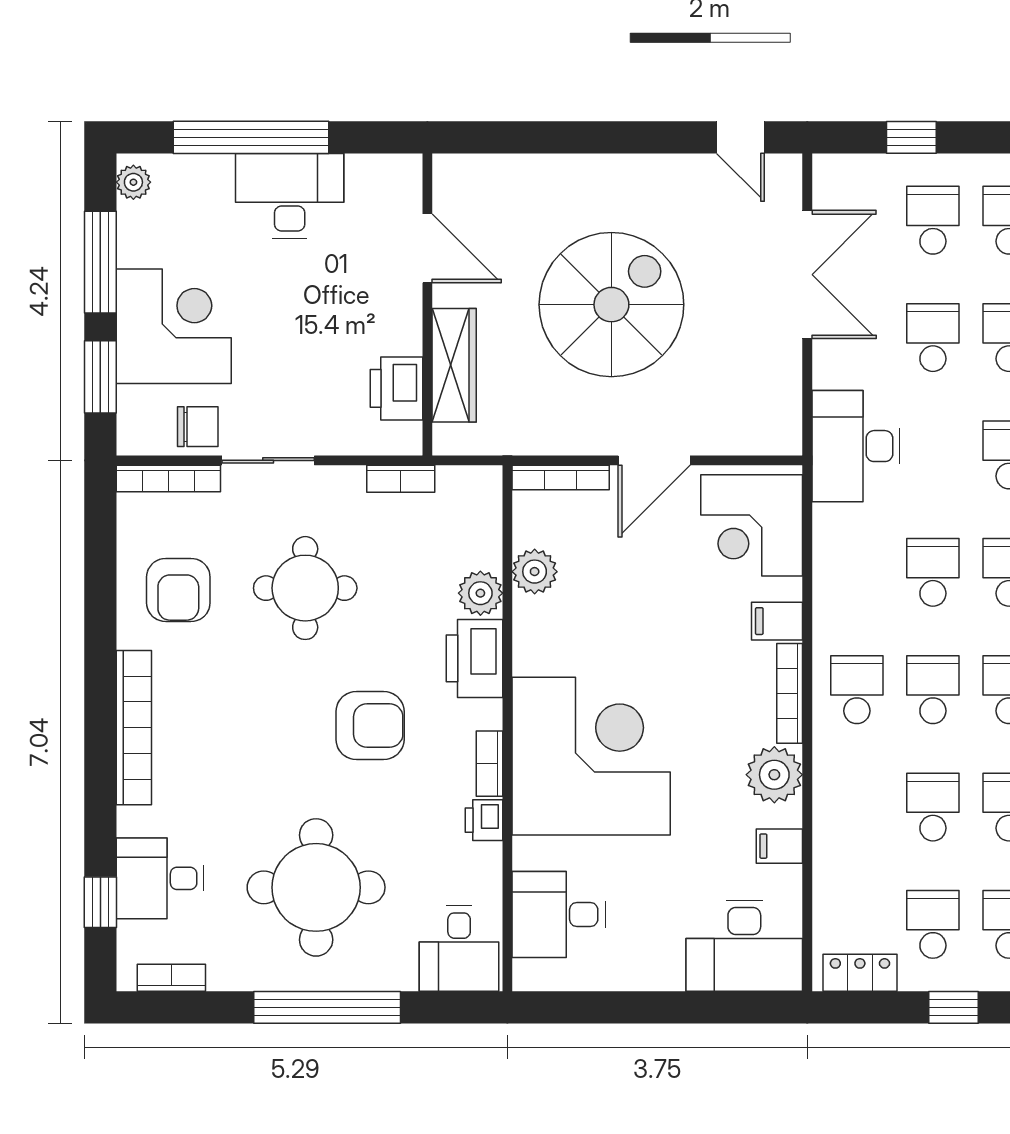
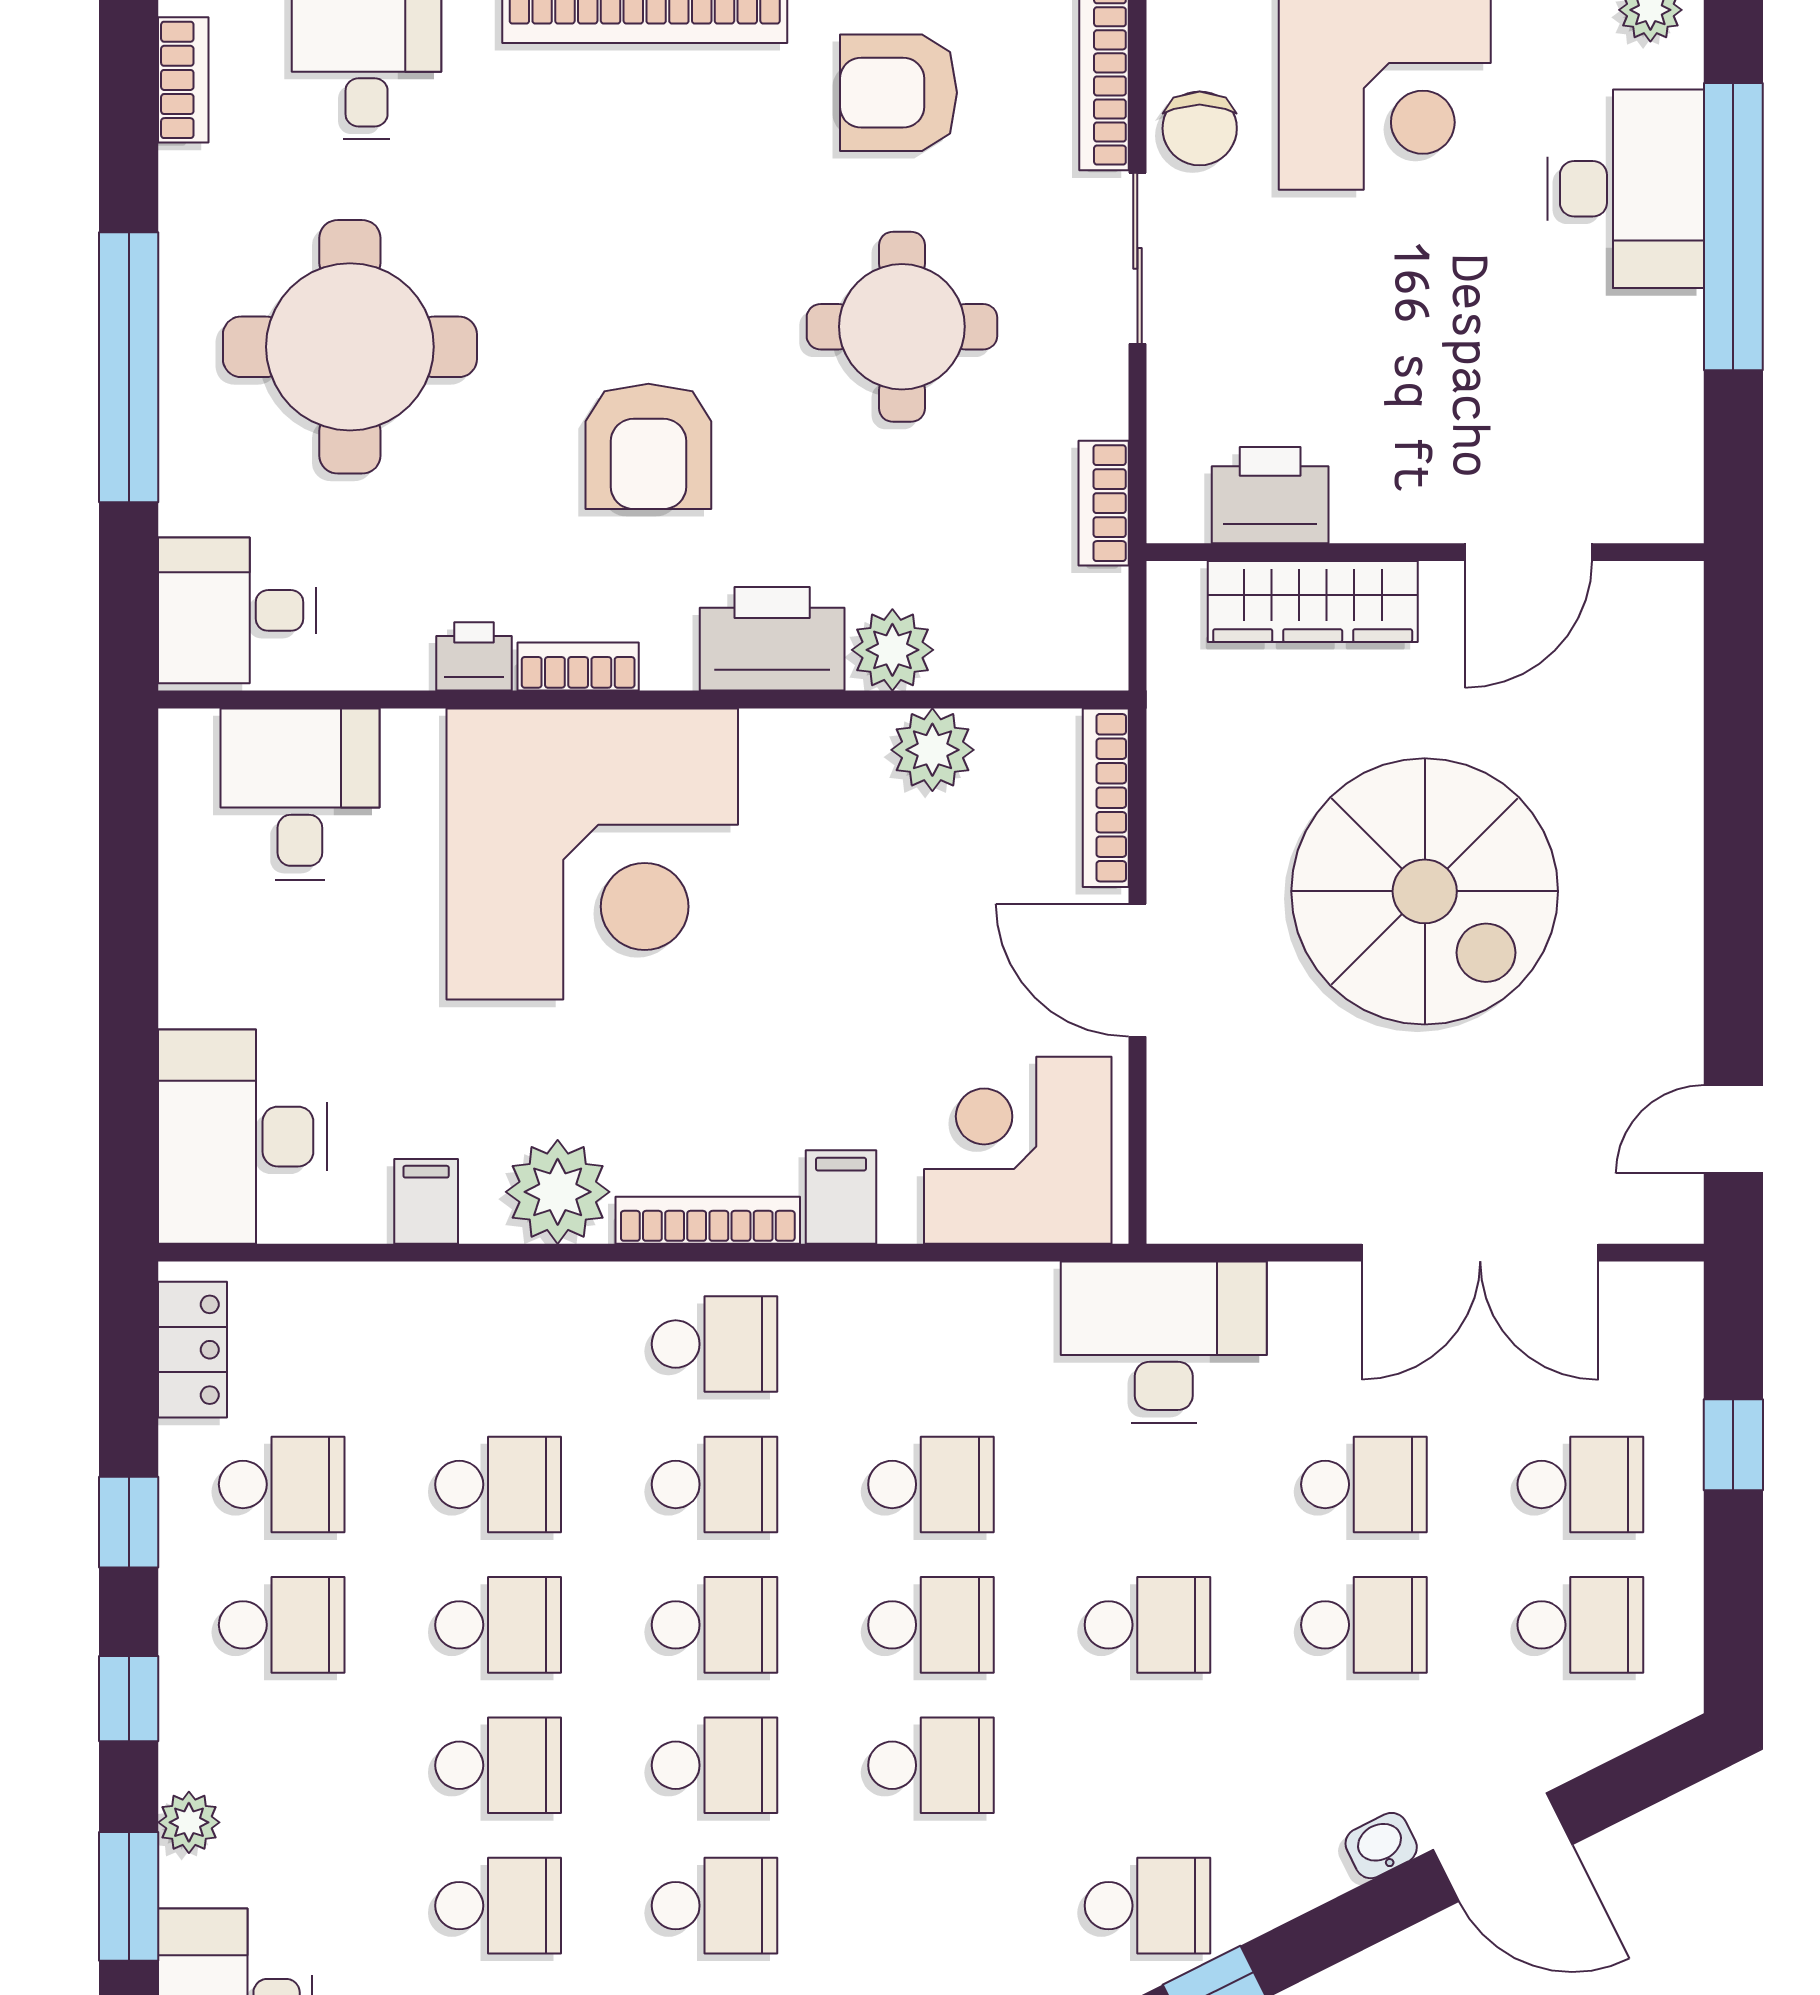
desk: (290, 196) -> (1626, 189), moved

